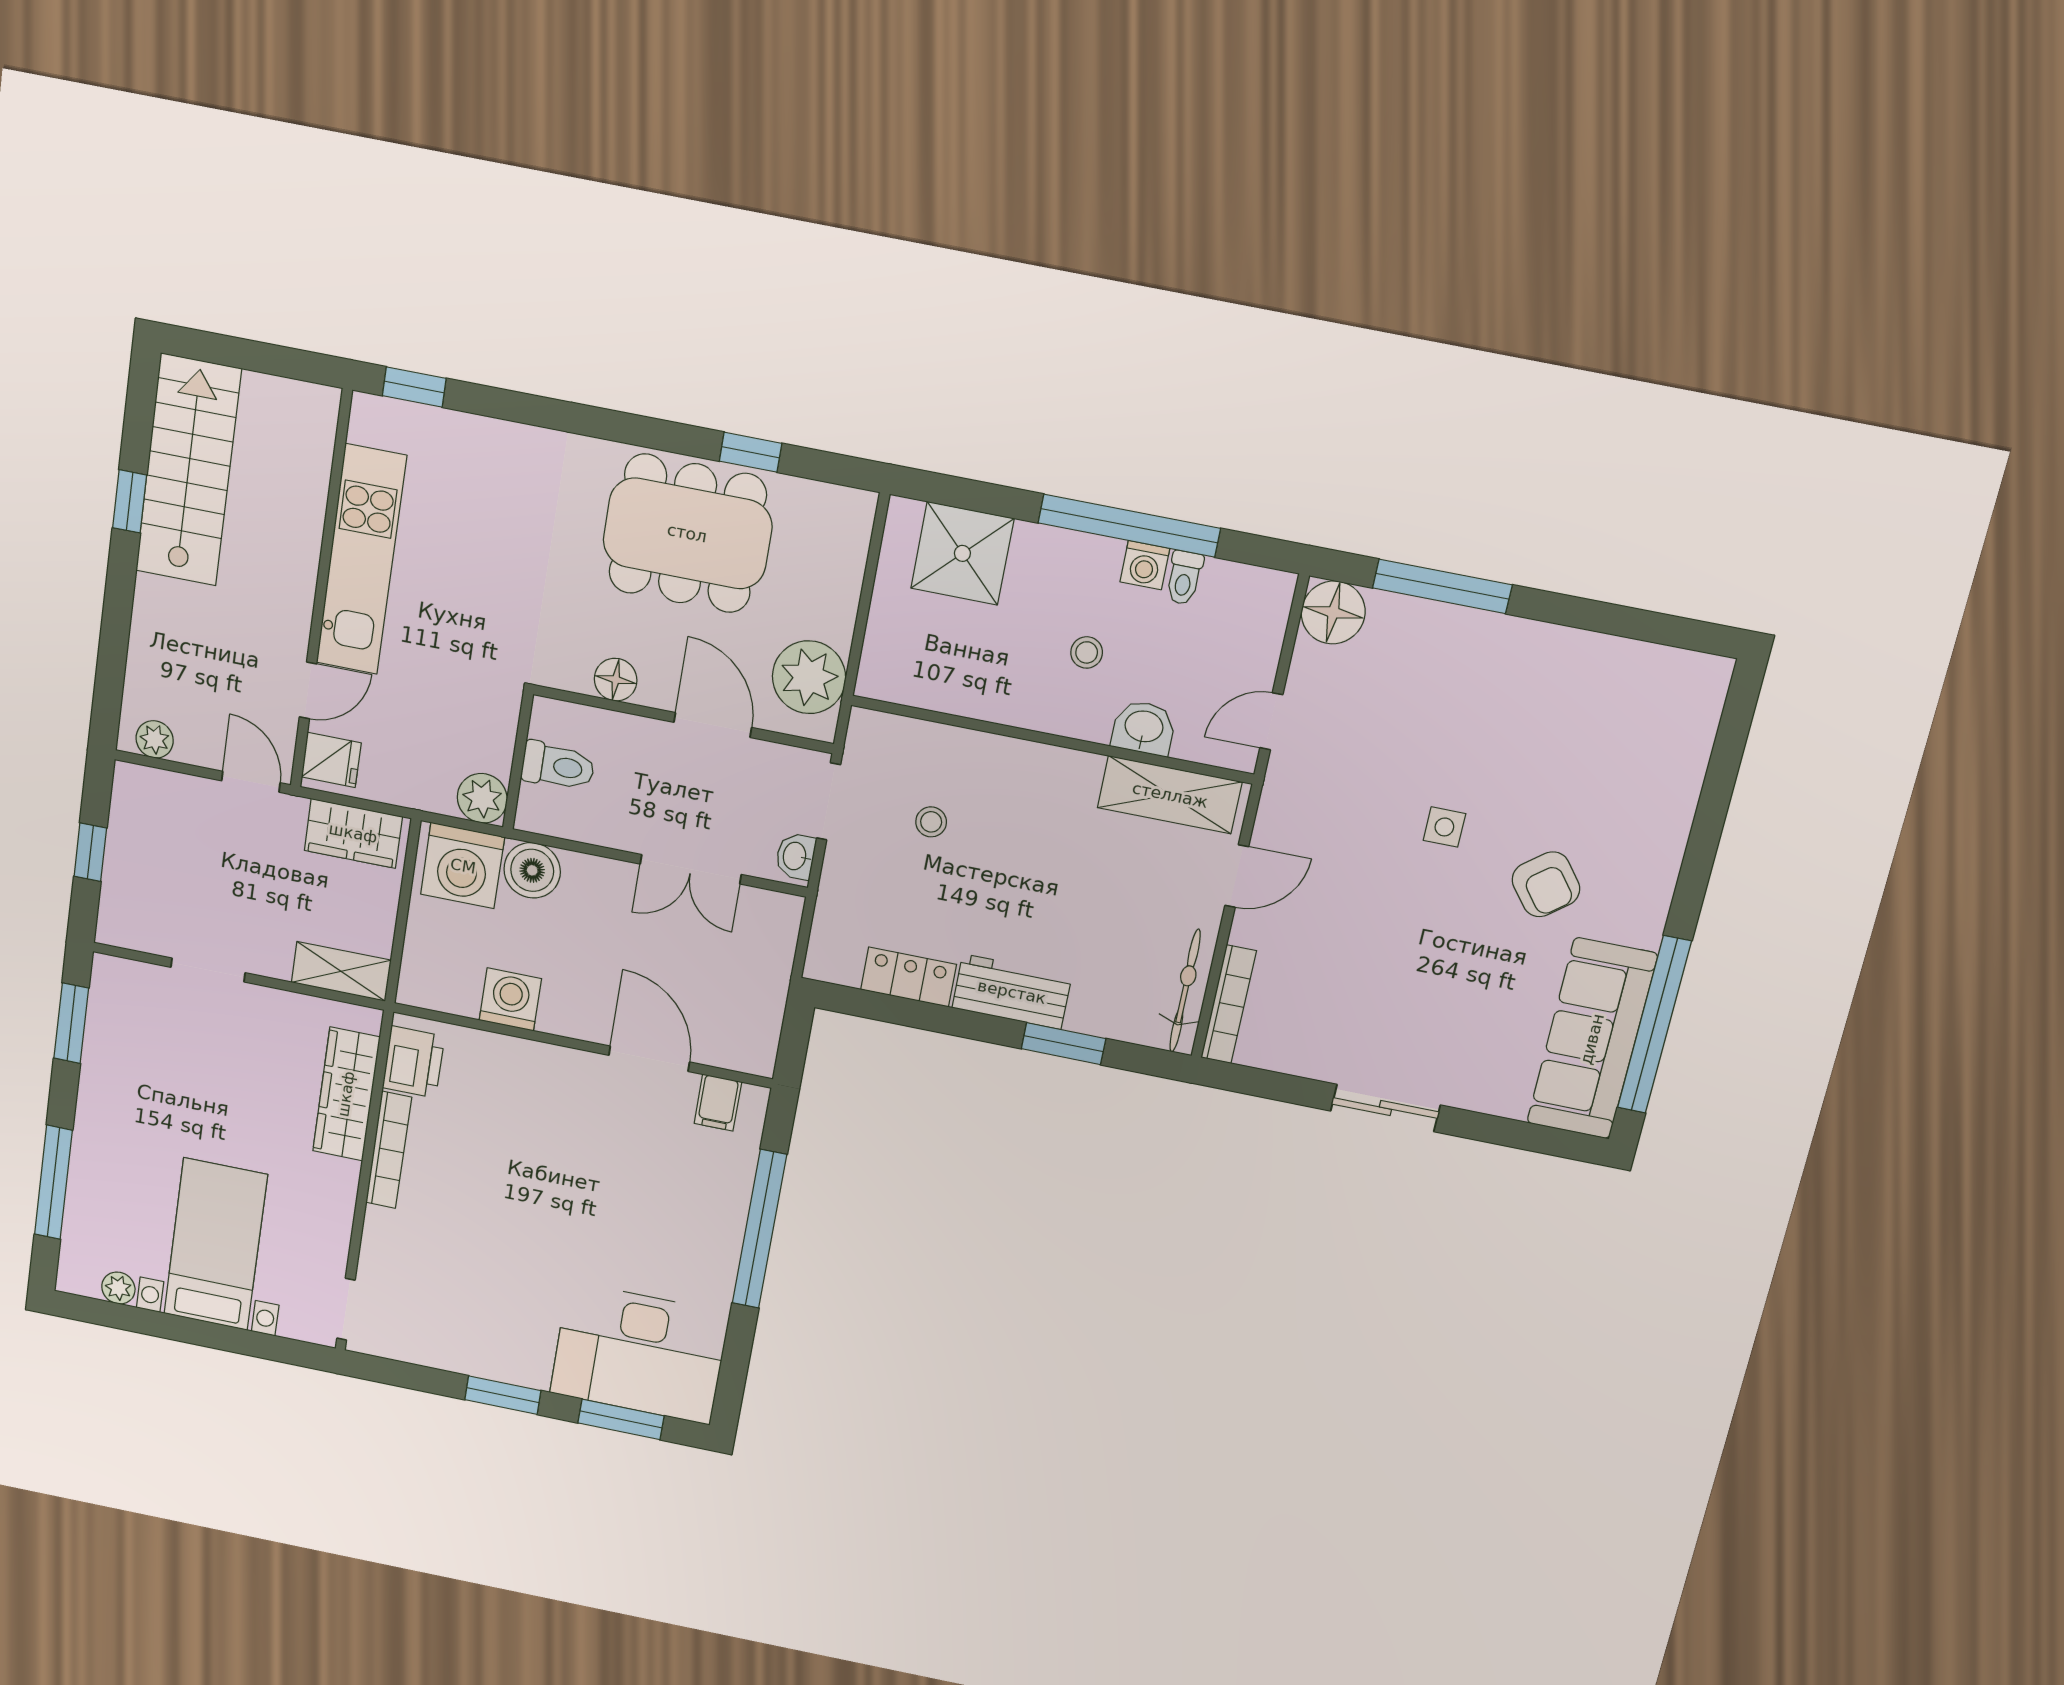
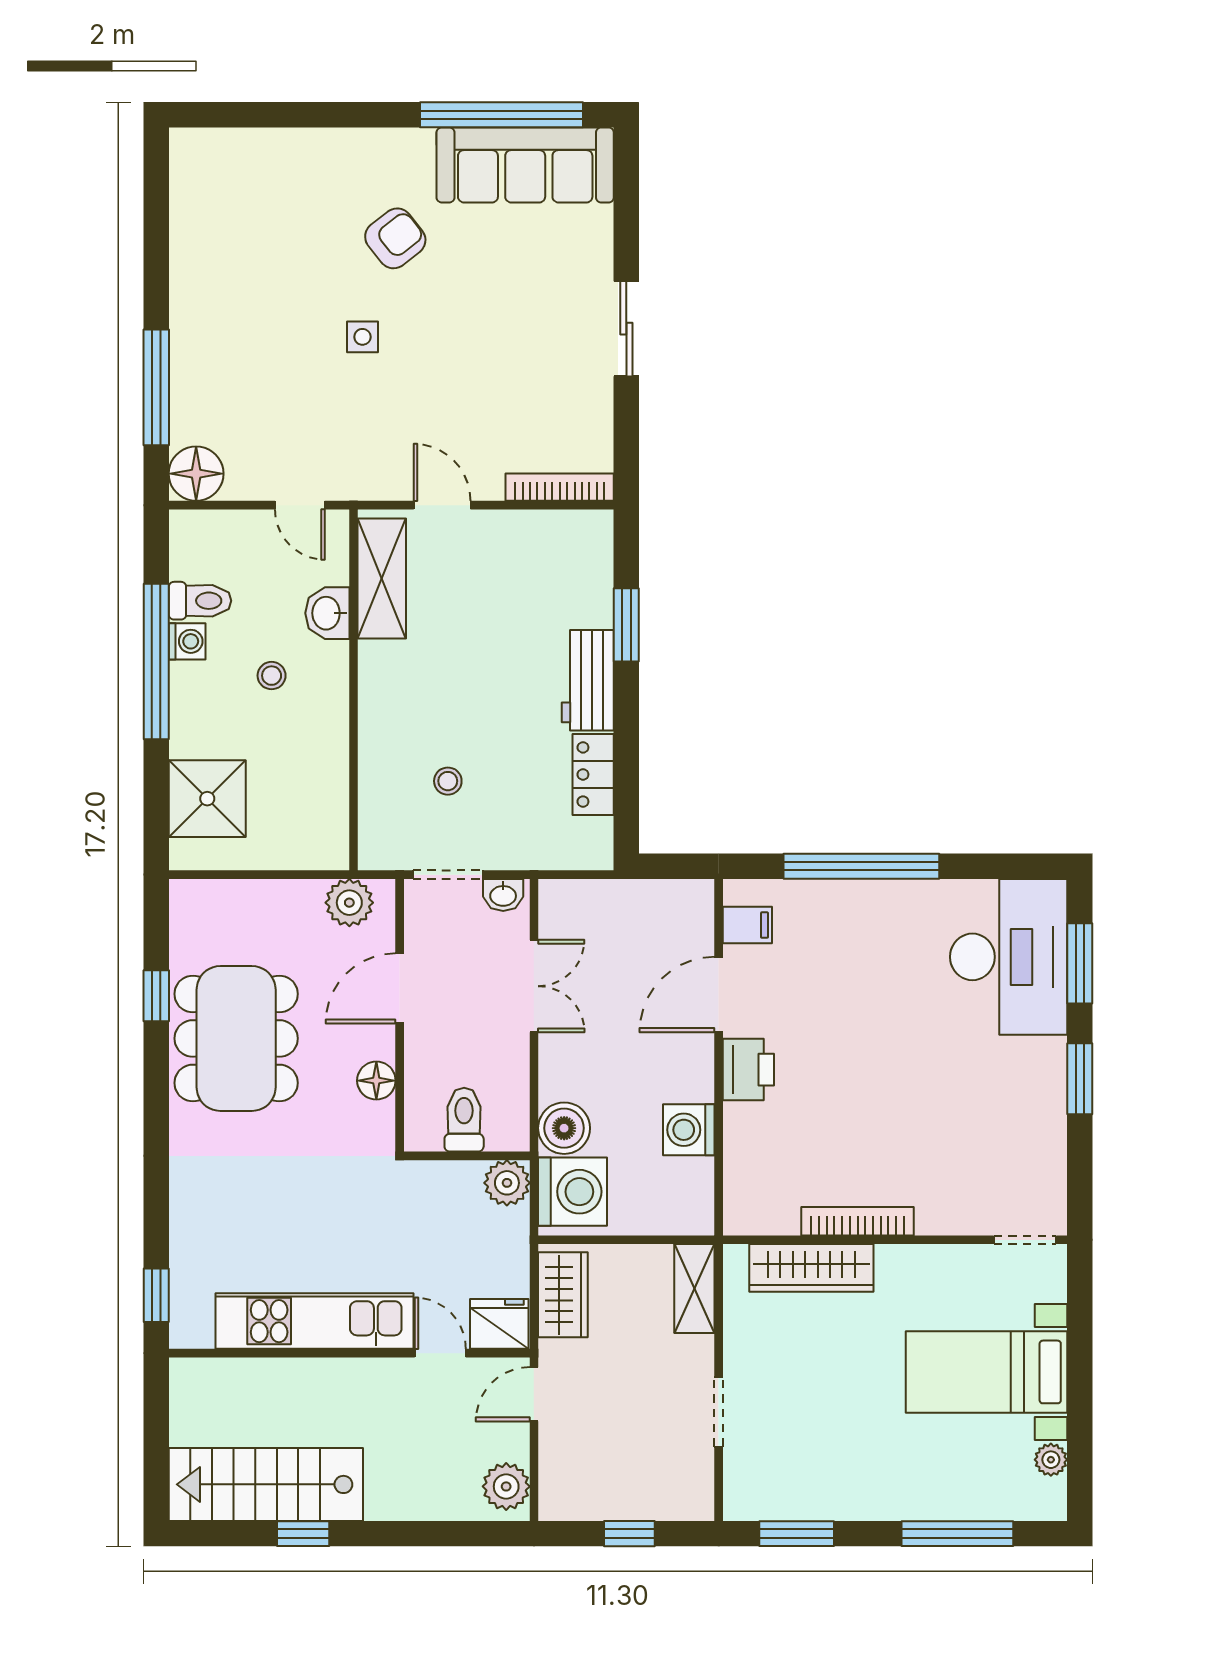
toilet: (1184, 578) -> (200, 601), width x1.37, depth x1.39
plant: (809, 677) -> (349, 903), width x0.73, depth x0.73
plant: (155, 739) -> (506, 1486), width x1.38, depth x1.38
fridge: (331, 760) -> (499, 1324), width x1.38
bicycle: (1185, 991) -> (555, 528), removed
printer: (413, 1062) -> (748, 1070), moved, turned 90

